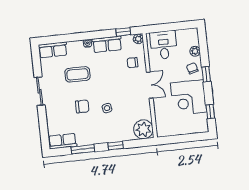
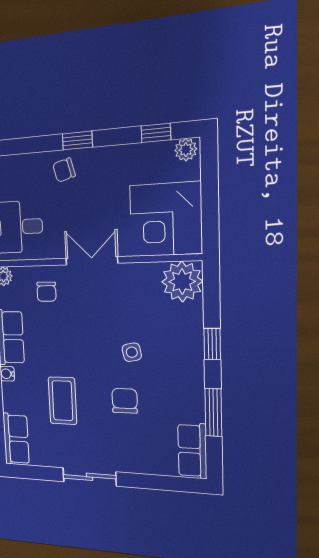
plant: (195, 51) -> (186, 150), moved
corner desk: (189, 98) -> (166, 219), moved, turned 90

